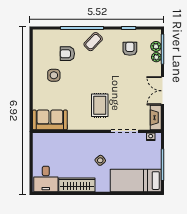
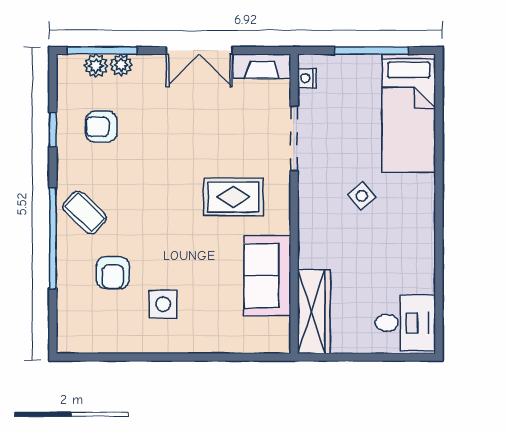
sofa: (50, 120) -> (267, 276), moved
wardrobe: (77, 185) -> (314, 312), moved, turned 180

